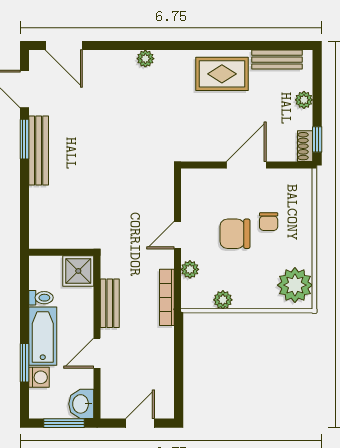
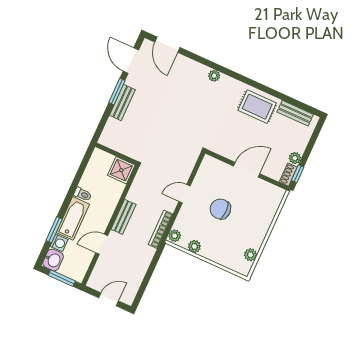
plant: (304, 100) -> (295, 158), moved
bench: (39, 150) -> (122, 103), width x0.73
chair: (269, 222) -> (245, 211), removed
wall: (61, 252) -> (116, 154), moved
plant: (190, 269) -> (175, 236), moved
shower: (78, 271) -> (121, 170), moved
plant: (295, 285) -> (250, 255), width x0.53, depth x0.53
washbasin: (81, 404) -> (53, 260), moved, turned 180

